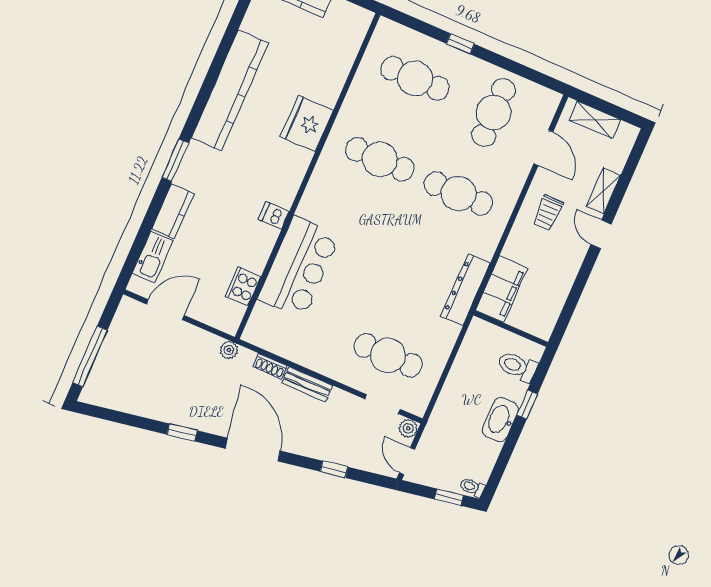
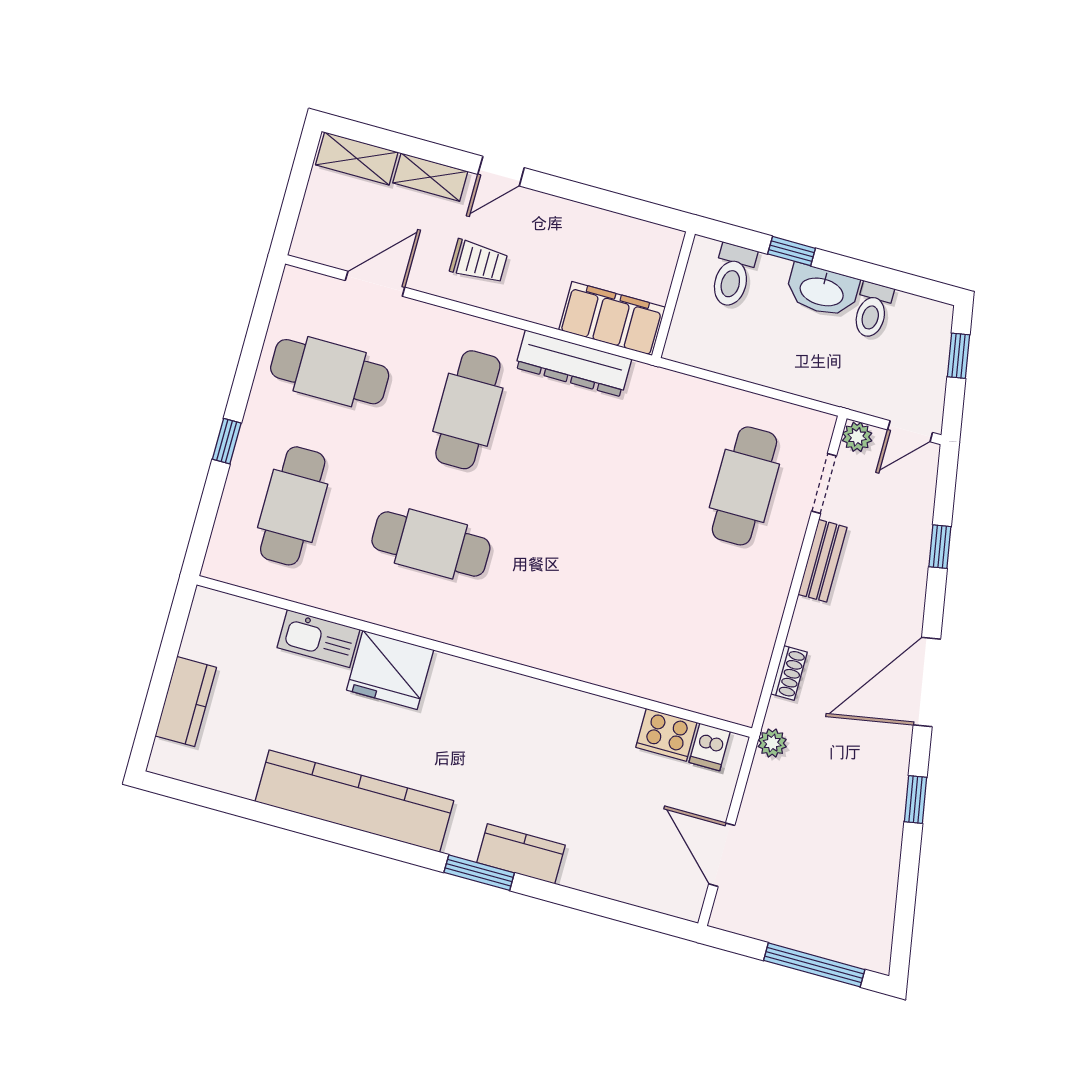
shelving: (595, 120) -> (357, 159), moved, turned 90
cafe table: (380, 159) -> (431, 544), turned 90
kitchen counter: (173, 211) -> (521, 854), moved
dishwasher: (274, 215) -> (710, 747), moved
kitchen sink: (153, 257) -> (319, 639), moved, turned 180
bar counter: (299, 267) -> (623, 650), removed
dresser: (466, 290) -> (573, 363), moved
bench: (307, 384) -> (823, 561), moved
toilet: (472, 487) -> (872, 310), moved, width x1.37, depth x1.39

